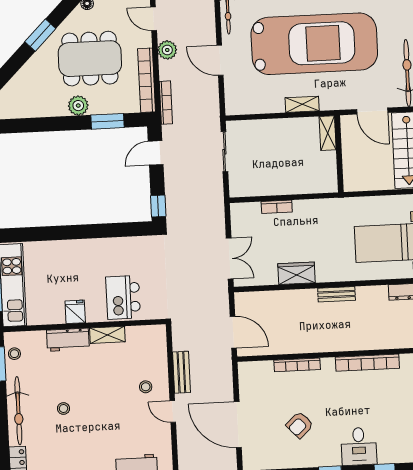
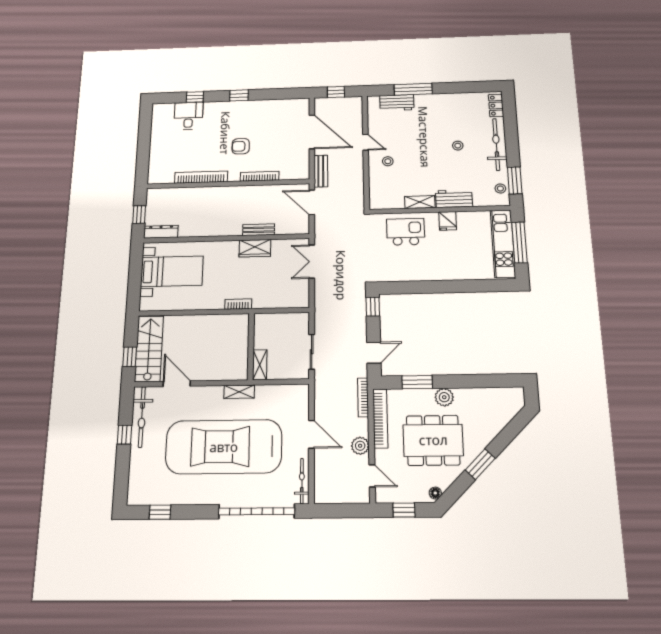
shelving: (328, 133) -> (260, 365), moved
wall: (339, 154) -> (251, 346), moved
bookcase: (277, 207) -> (238, 304), moved
bench: (337, 294) -> (259, 230), moved
kitchen island: (123, 297) -> (406, 232), turned -90
bench: (181, 372) -> (321, 171), moved
armchair: (300, 425) -> (241, 146), moved, turned -137
desk: (359, 446) -> (188, 116), moved

